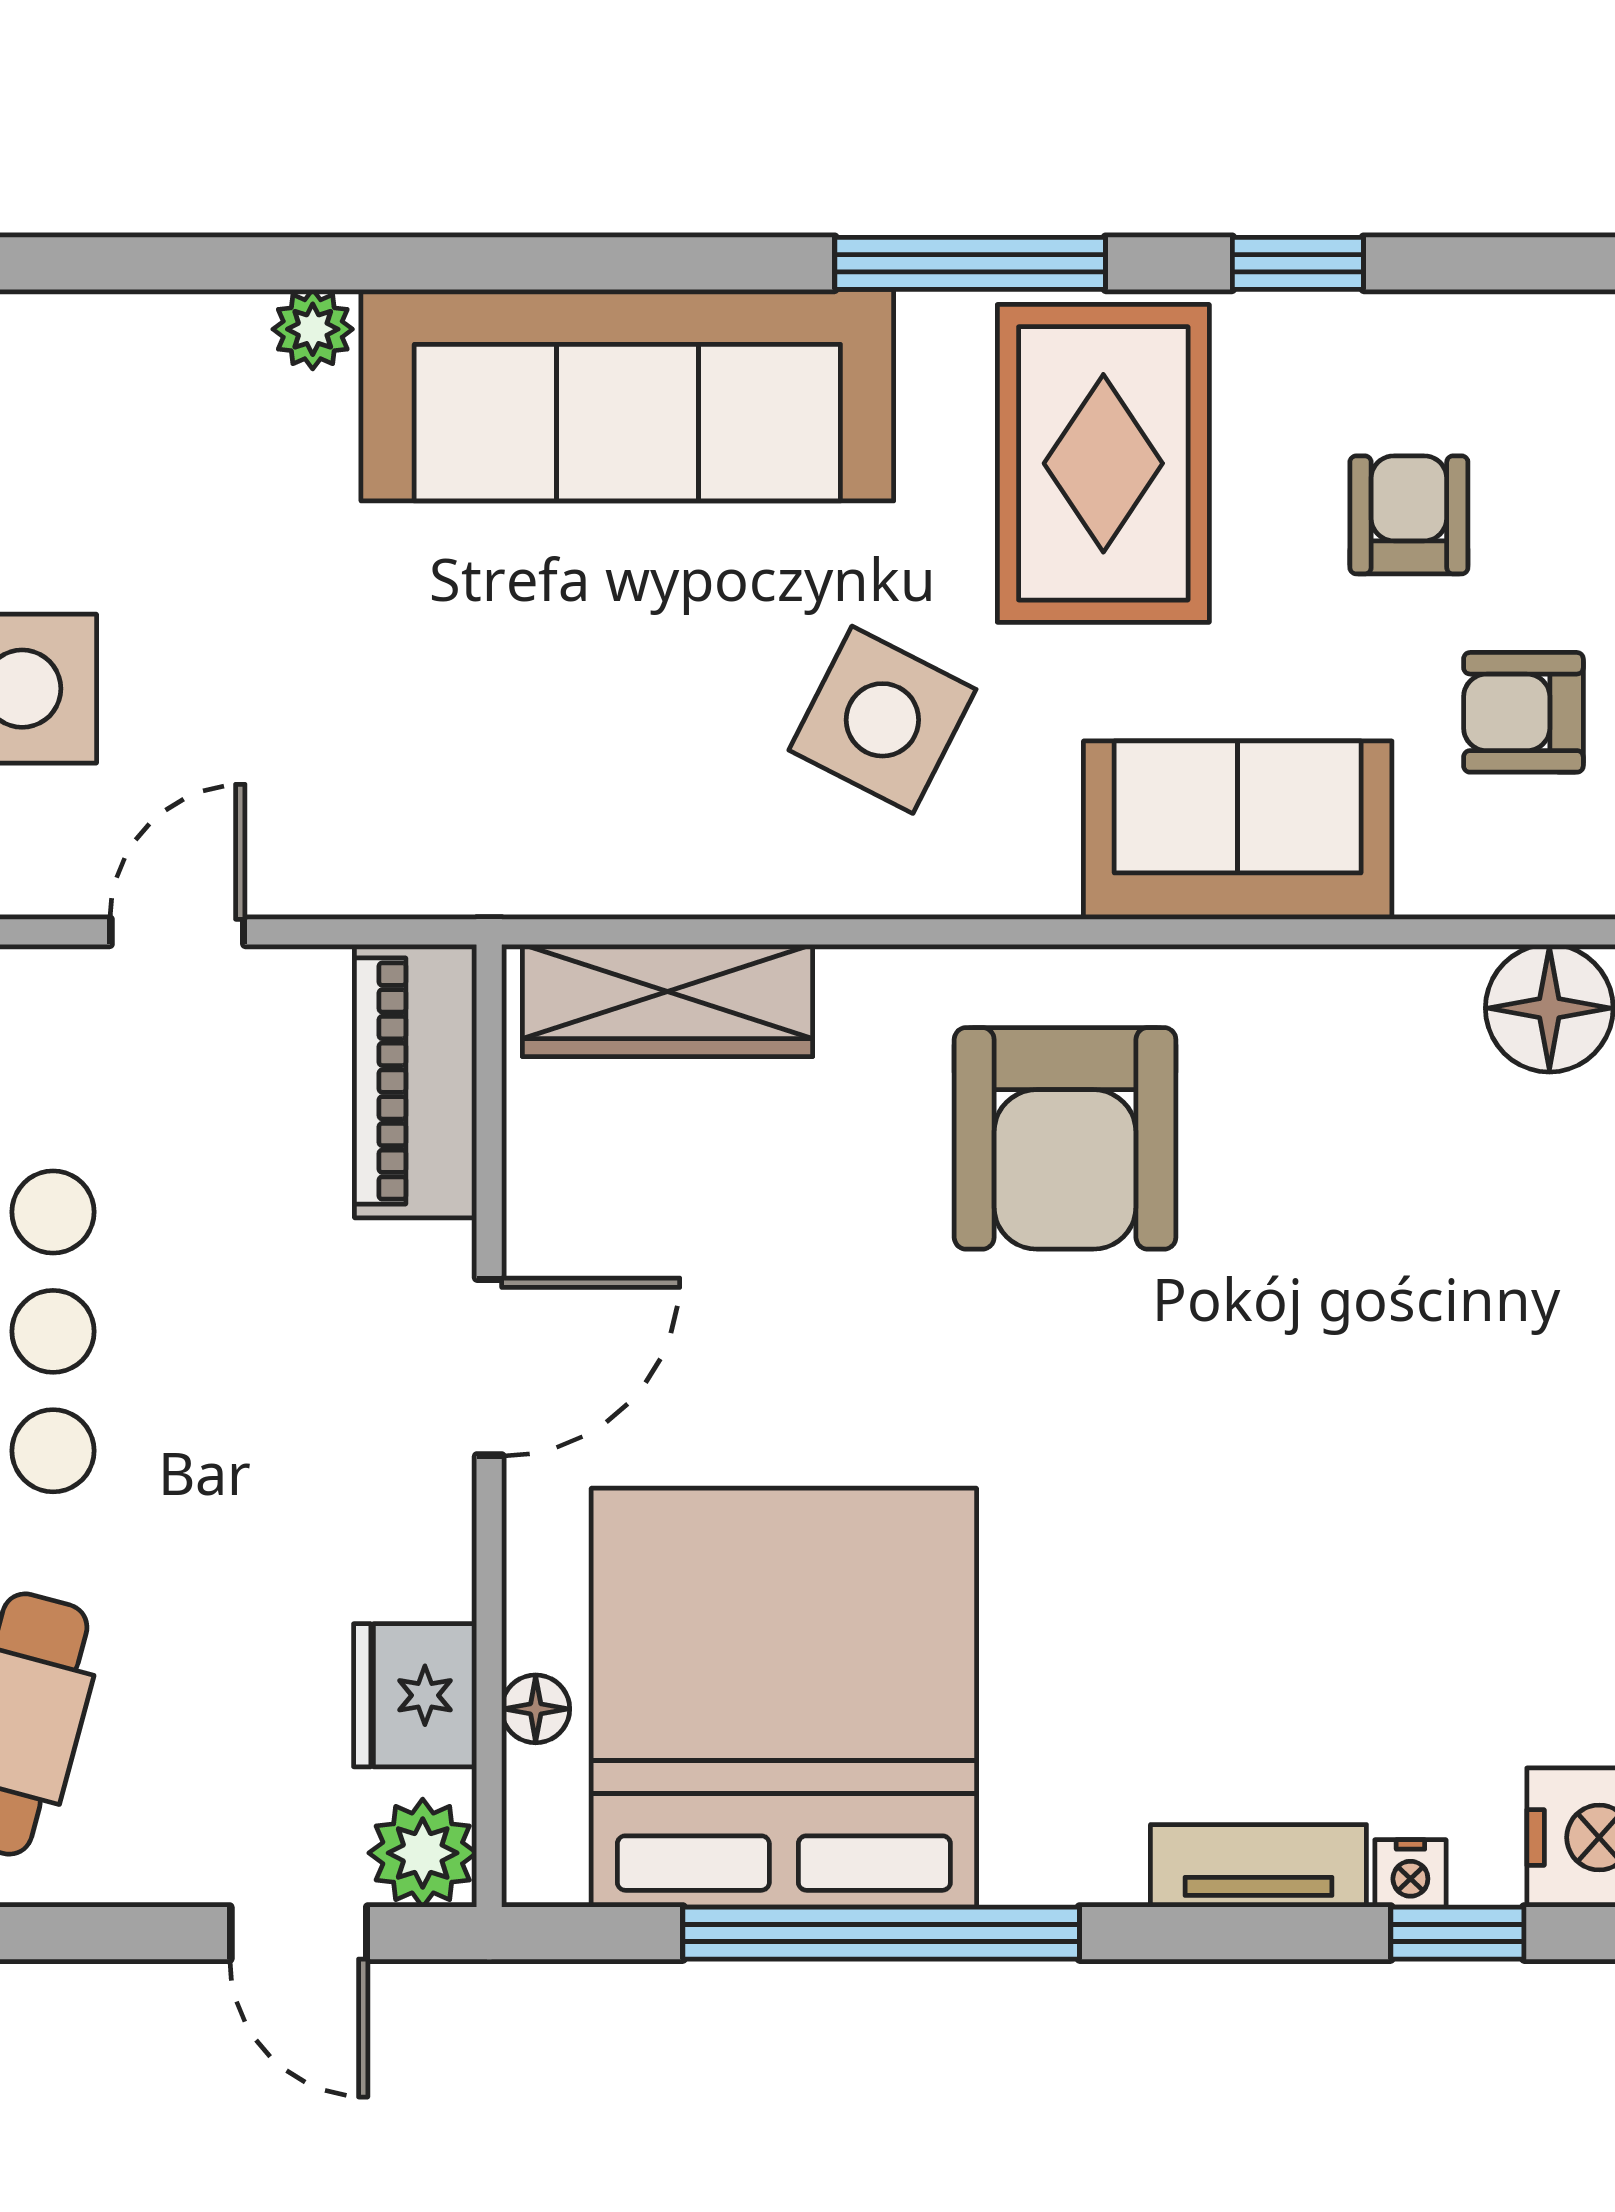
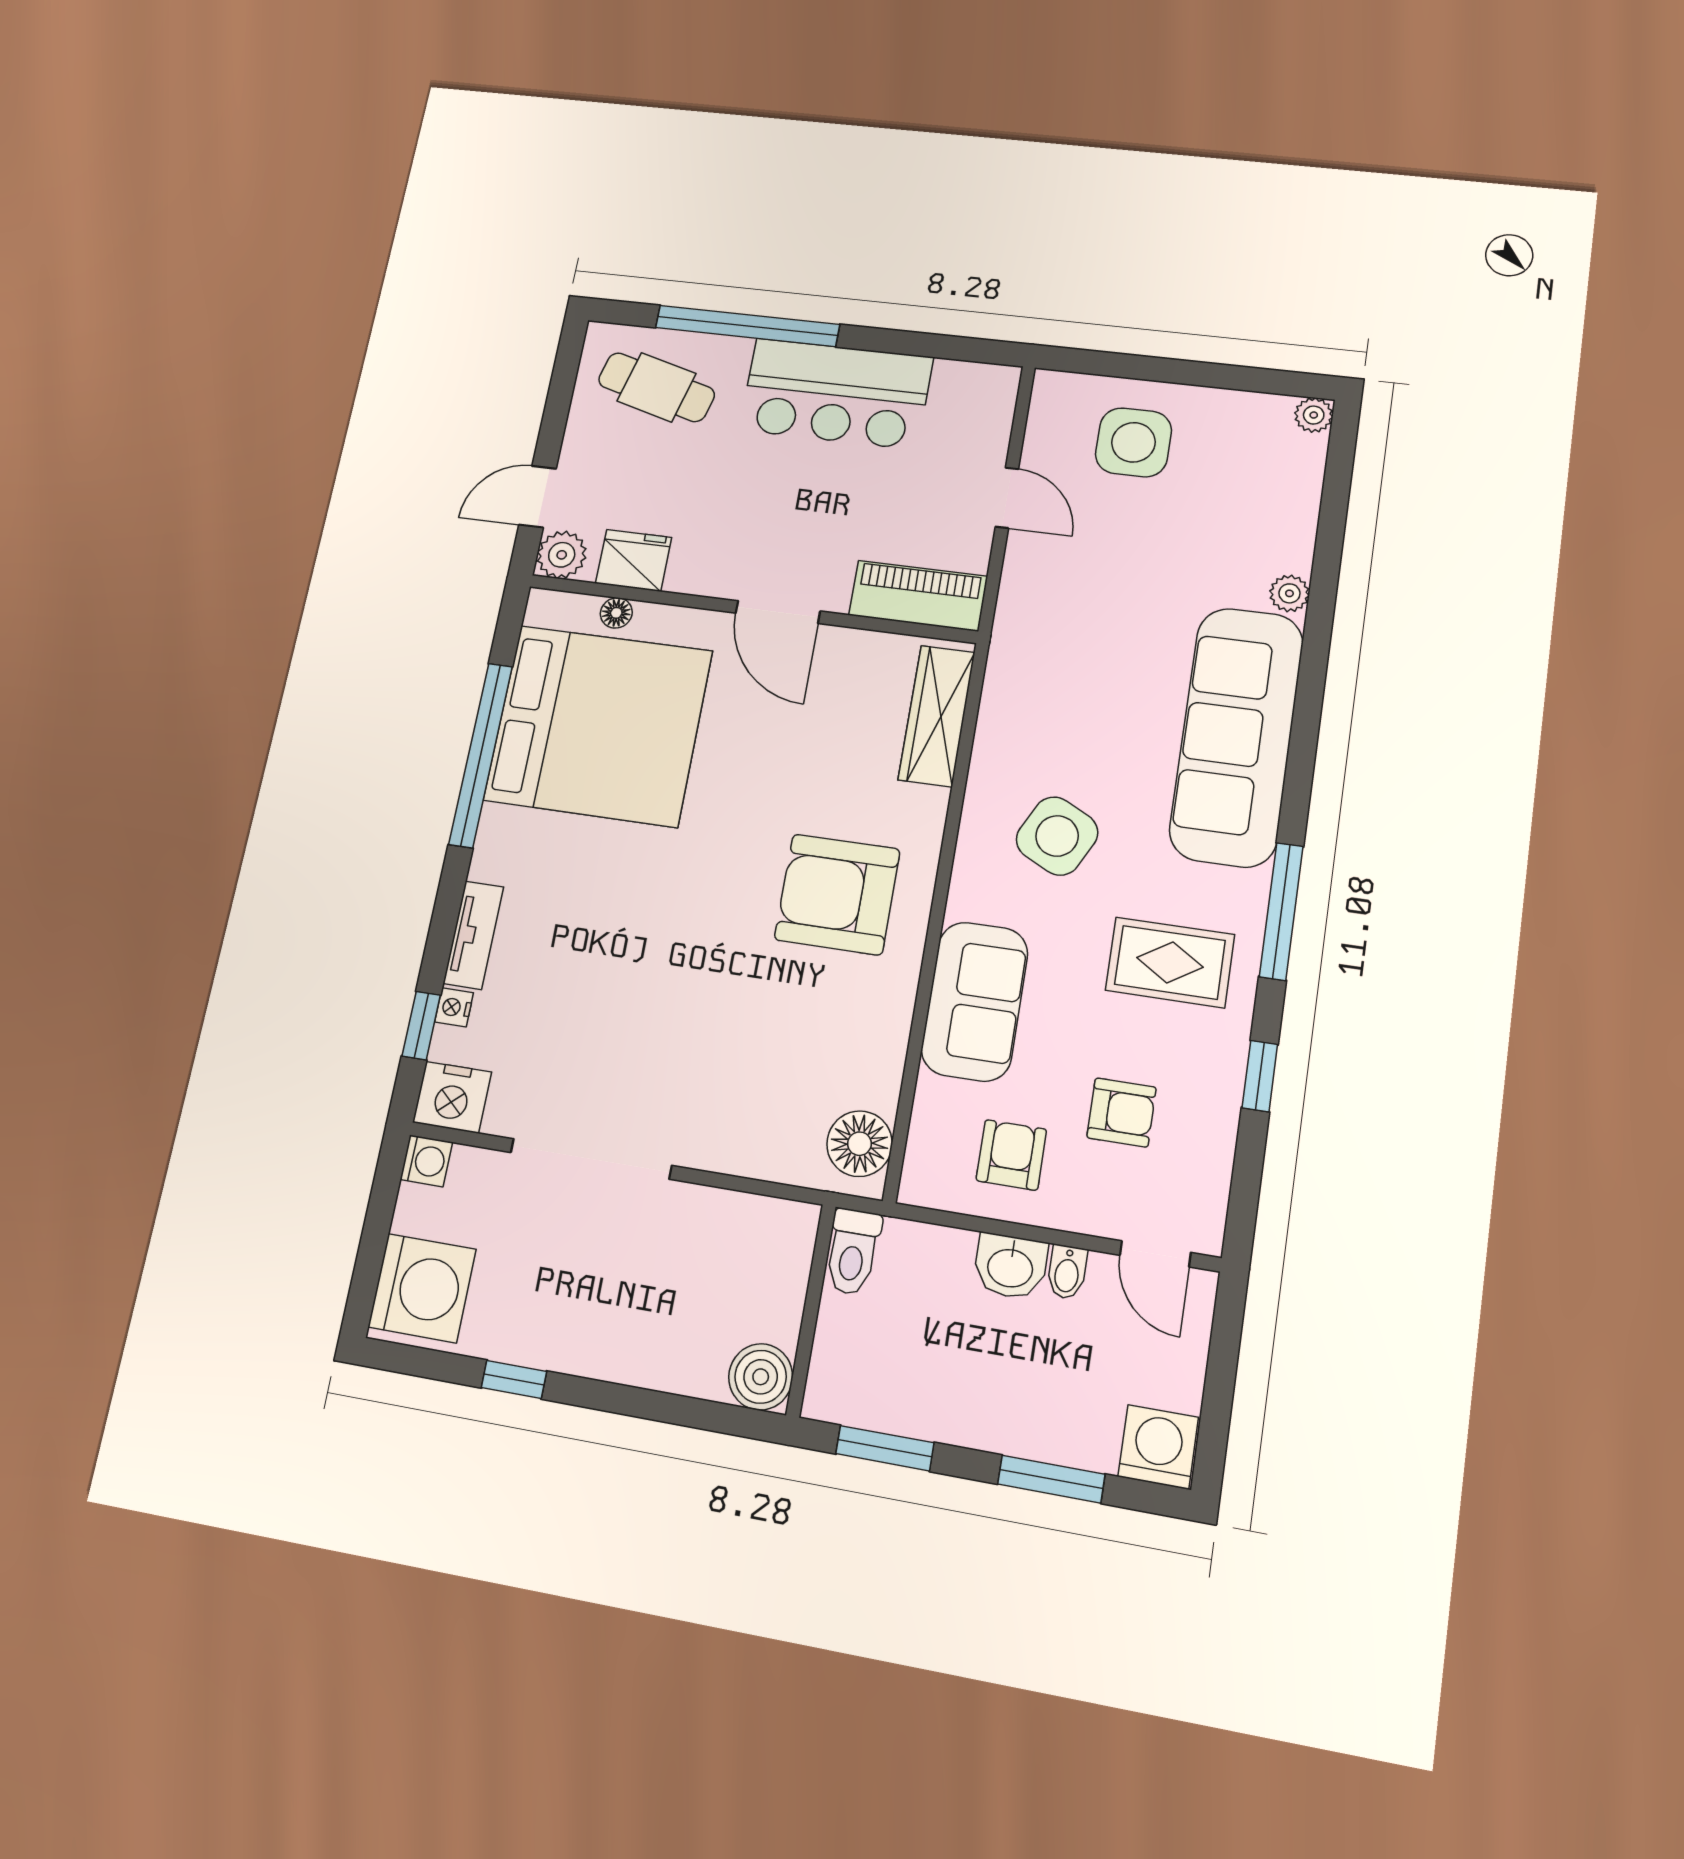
rug: (1103, 463) -> (1170, 962), width x0.73, depth x0.70

